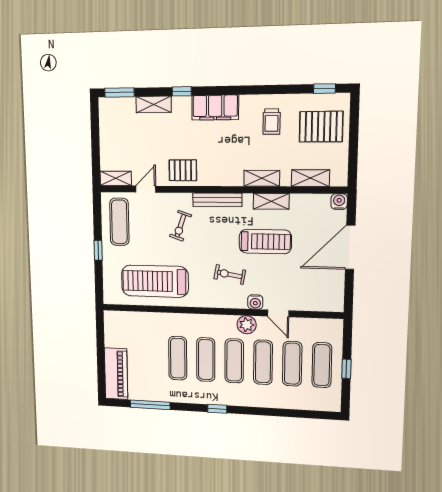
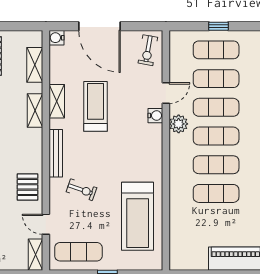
exercise bike: (230, 274) -> (148, 50), moved

